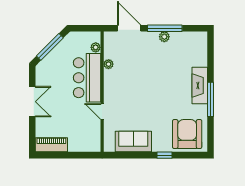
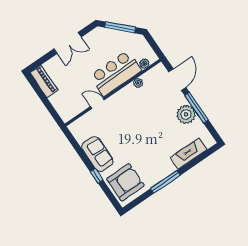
plant: (164, 37) -> (186, 114), width x1.88, depth x1.88
fireplace: (200, 86) -> (189, 154), moved
door: (102, 111) -> (97, 103), hinge flipped
sofa: (133, 141) -> (97, 154), moved

